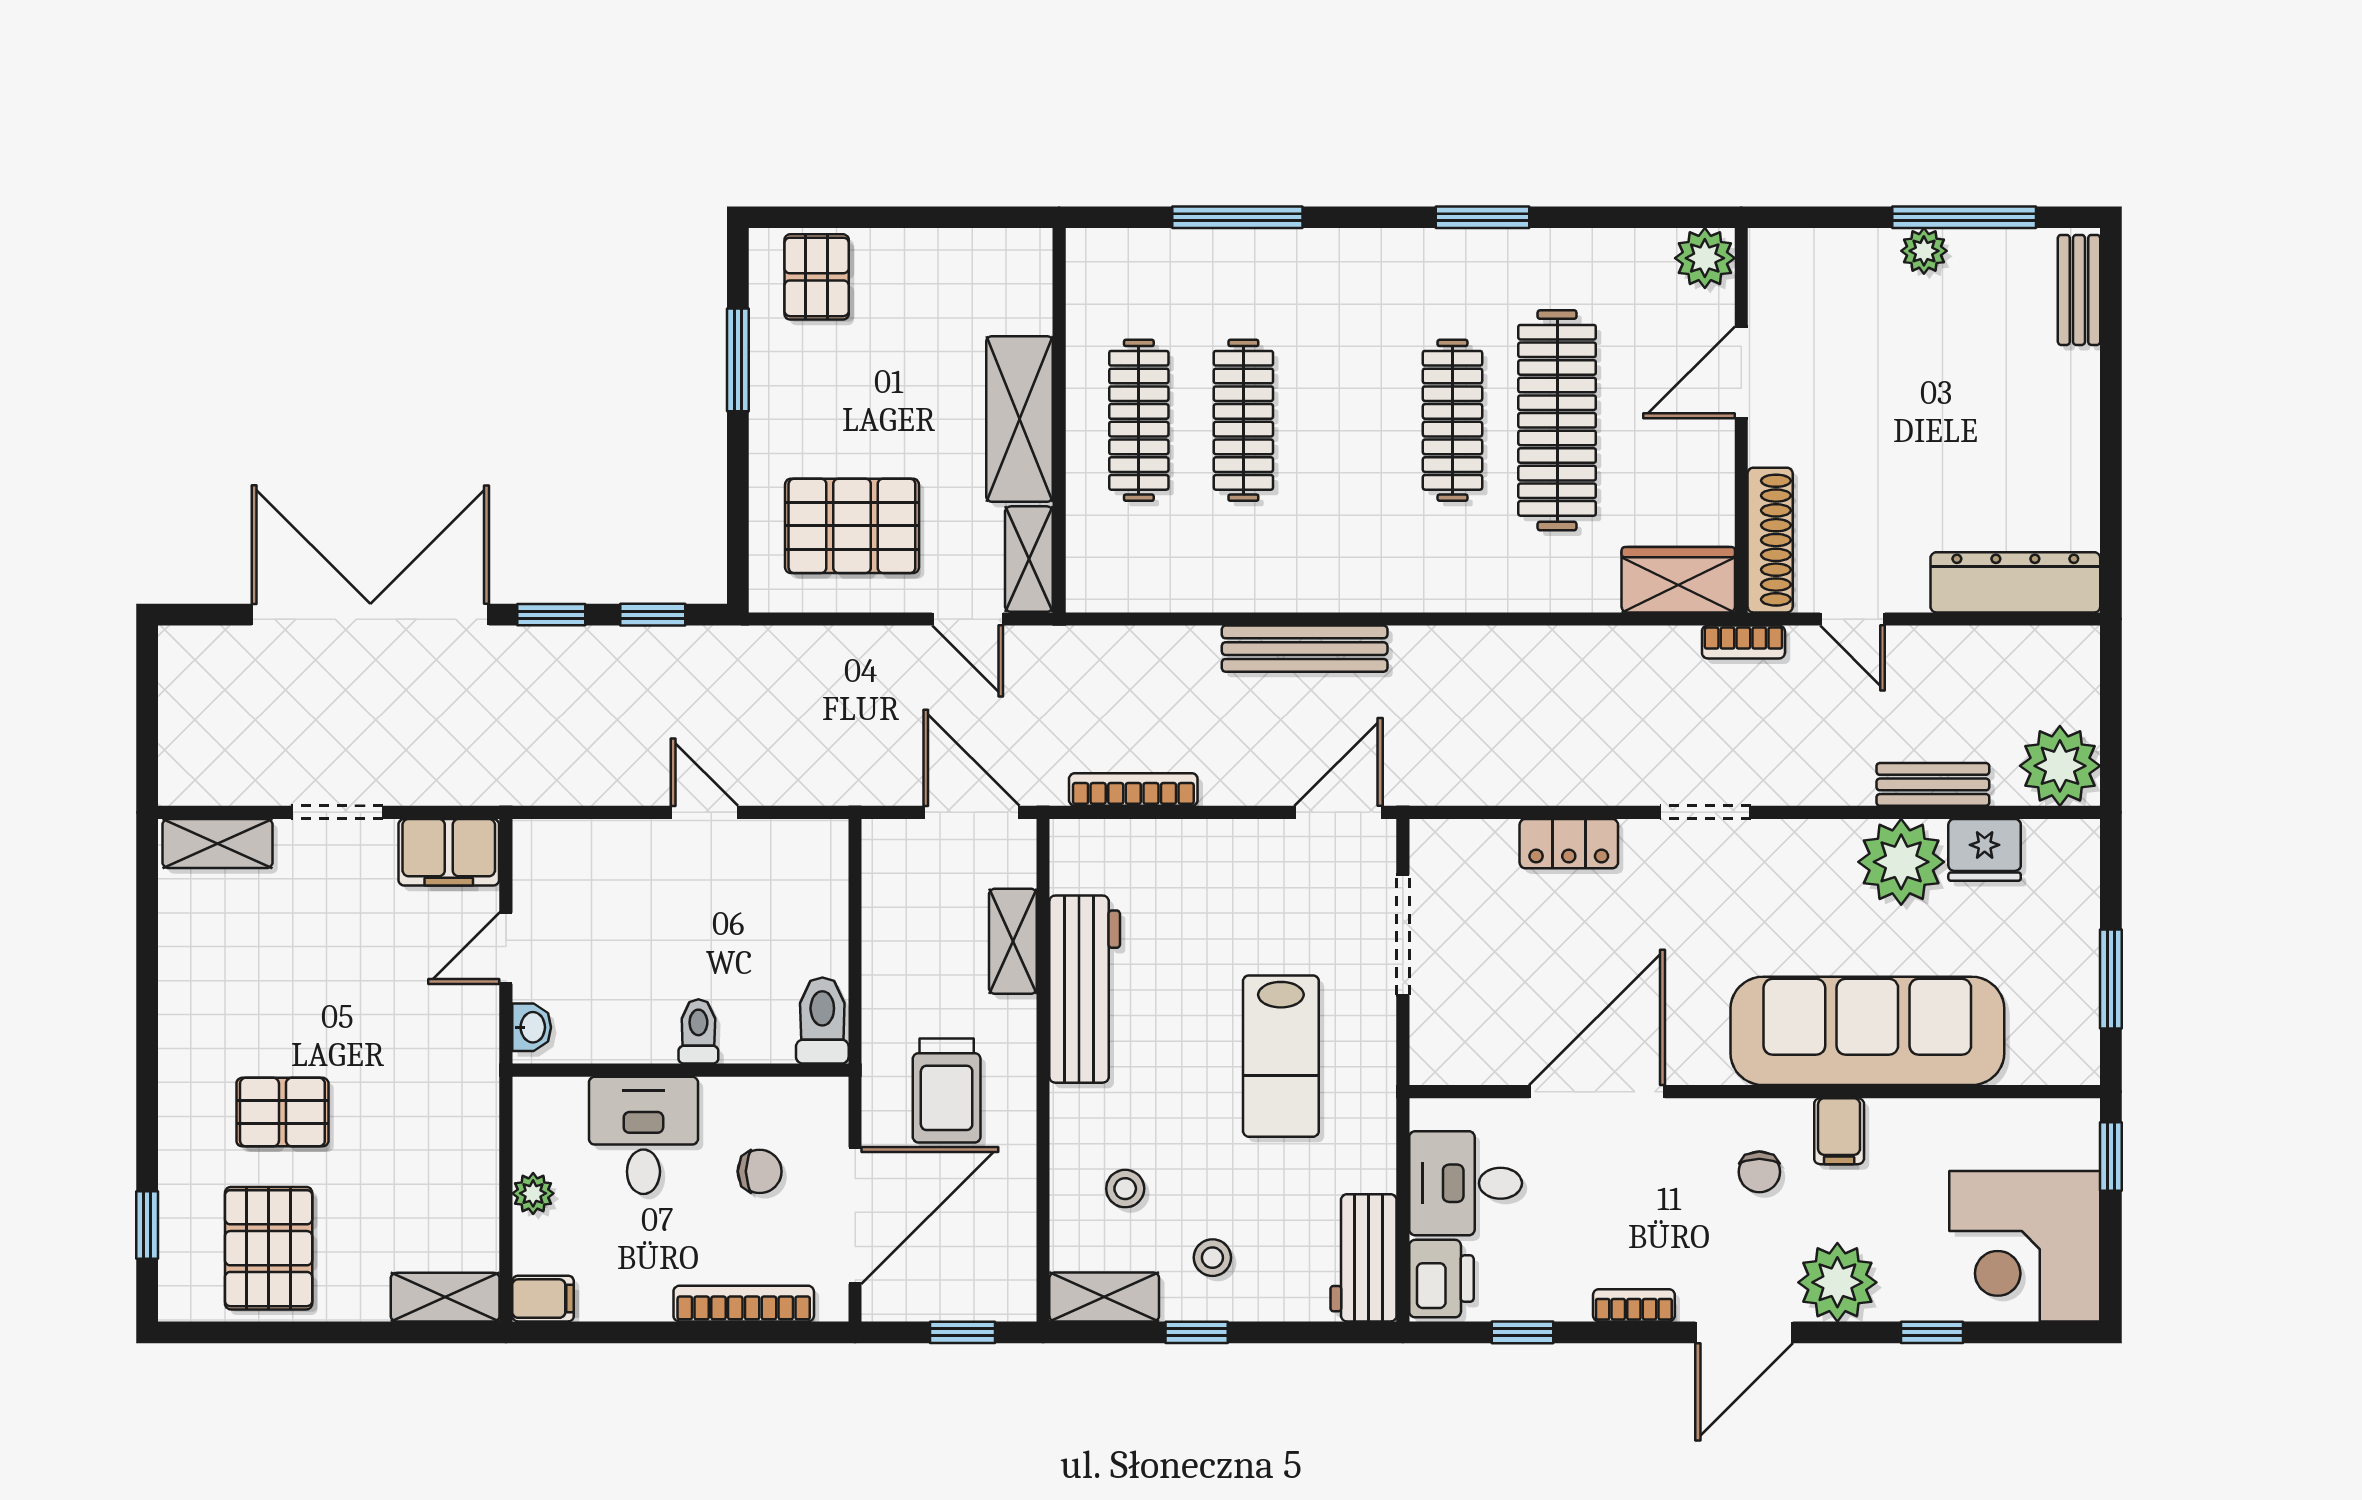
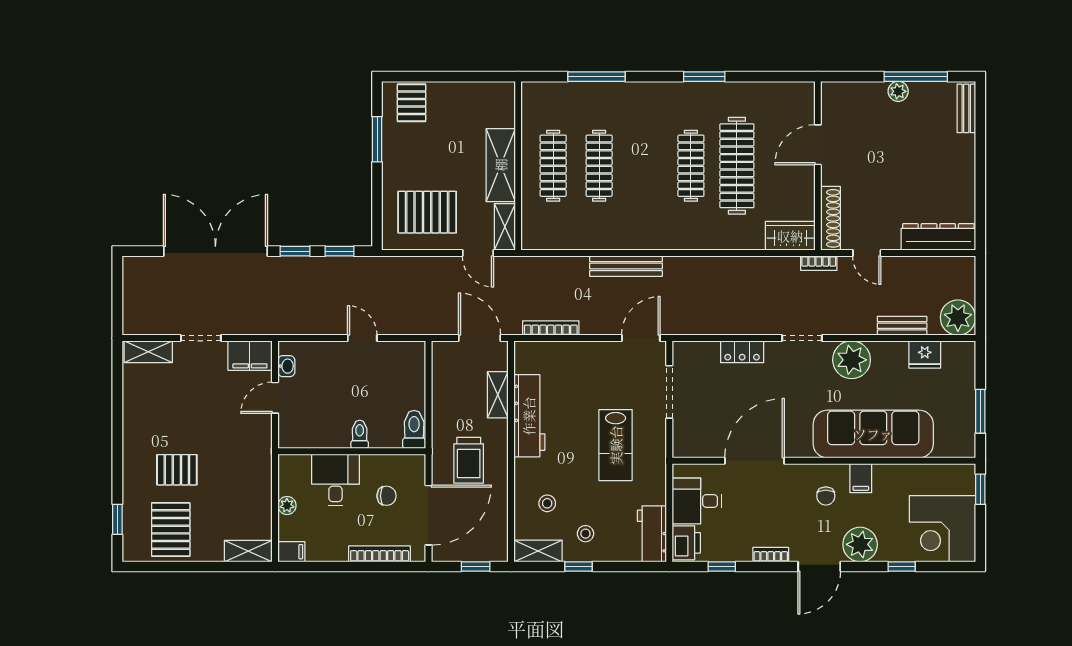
plant: (1705, 258) -> (802, 94), removed
plant: (1901, 862) -> (852, 360), moved
washbasin: (532, 1027) -> (286, 366), moved

